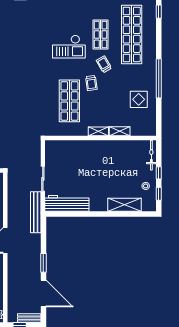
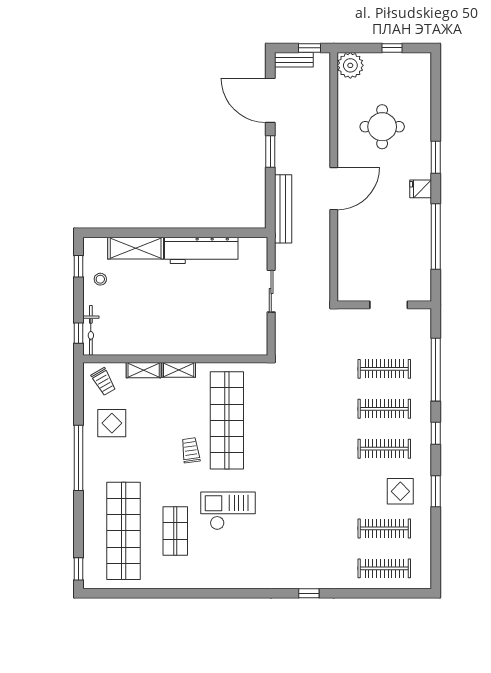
trolley: (104, 64) -> (104, 382), moved
shop shelf: (69, 101) -> (227, 420), width x1.40
window: (159, 173) -> (79, 333), moved
workbench: (67, 203) -> (201, 250), moved
bench: (36, 212) -> (283, 209), moved

